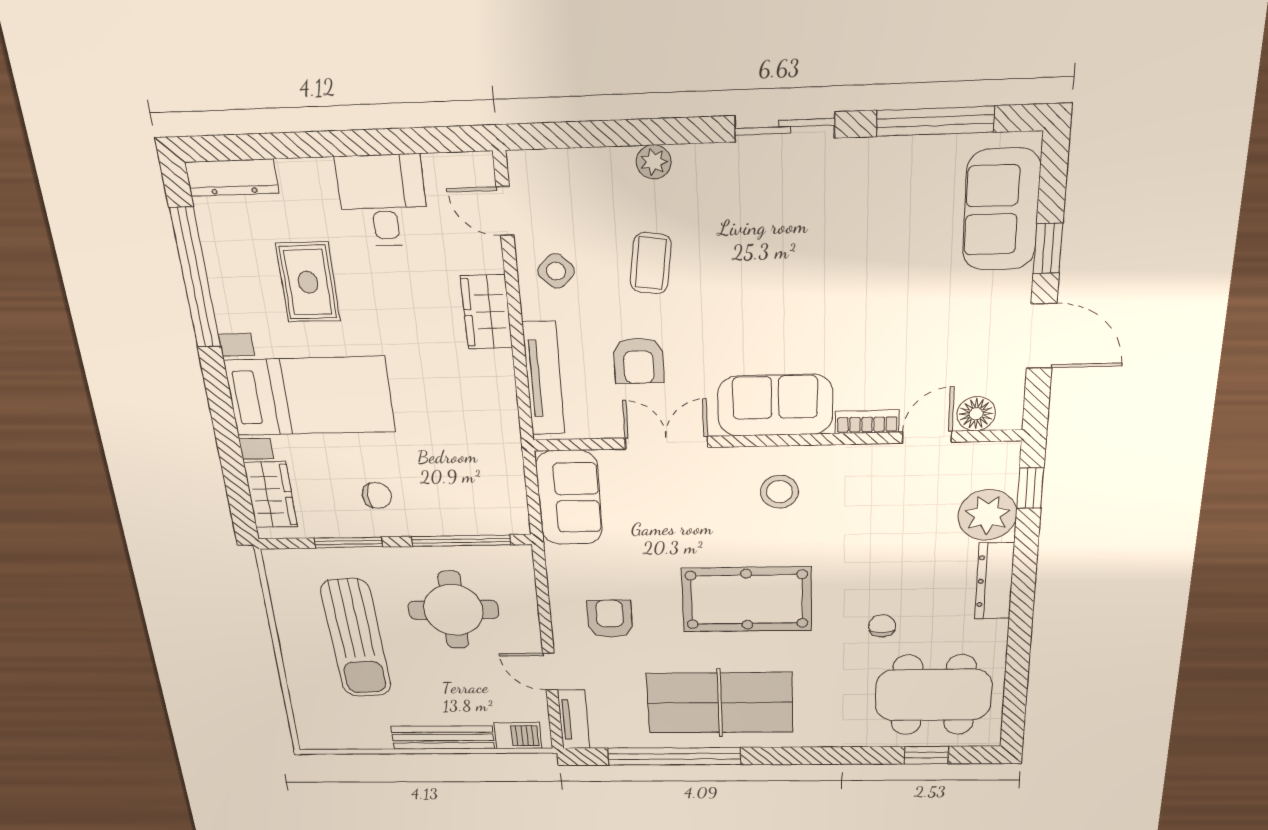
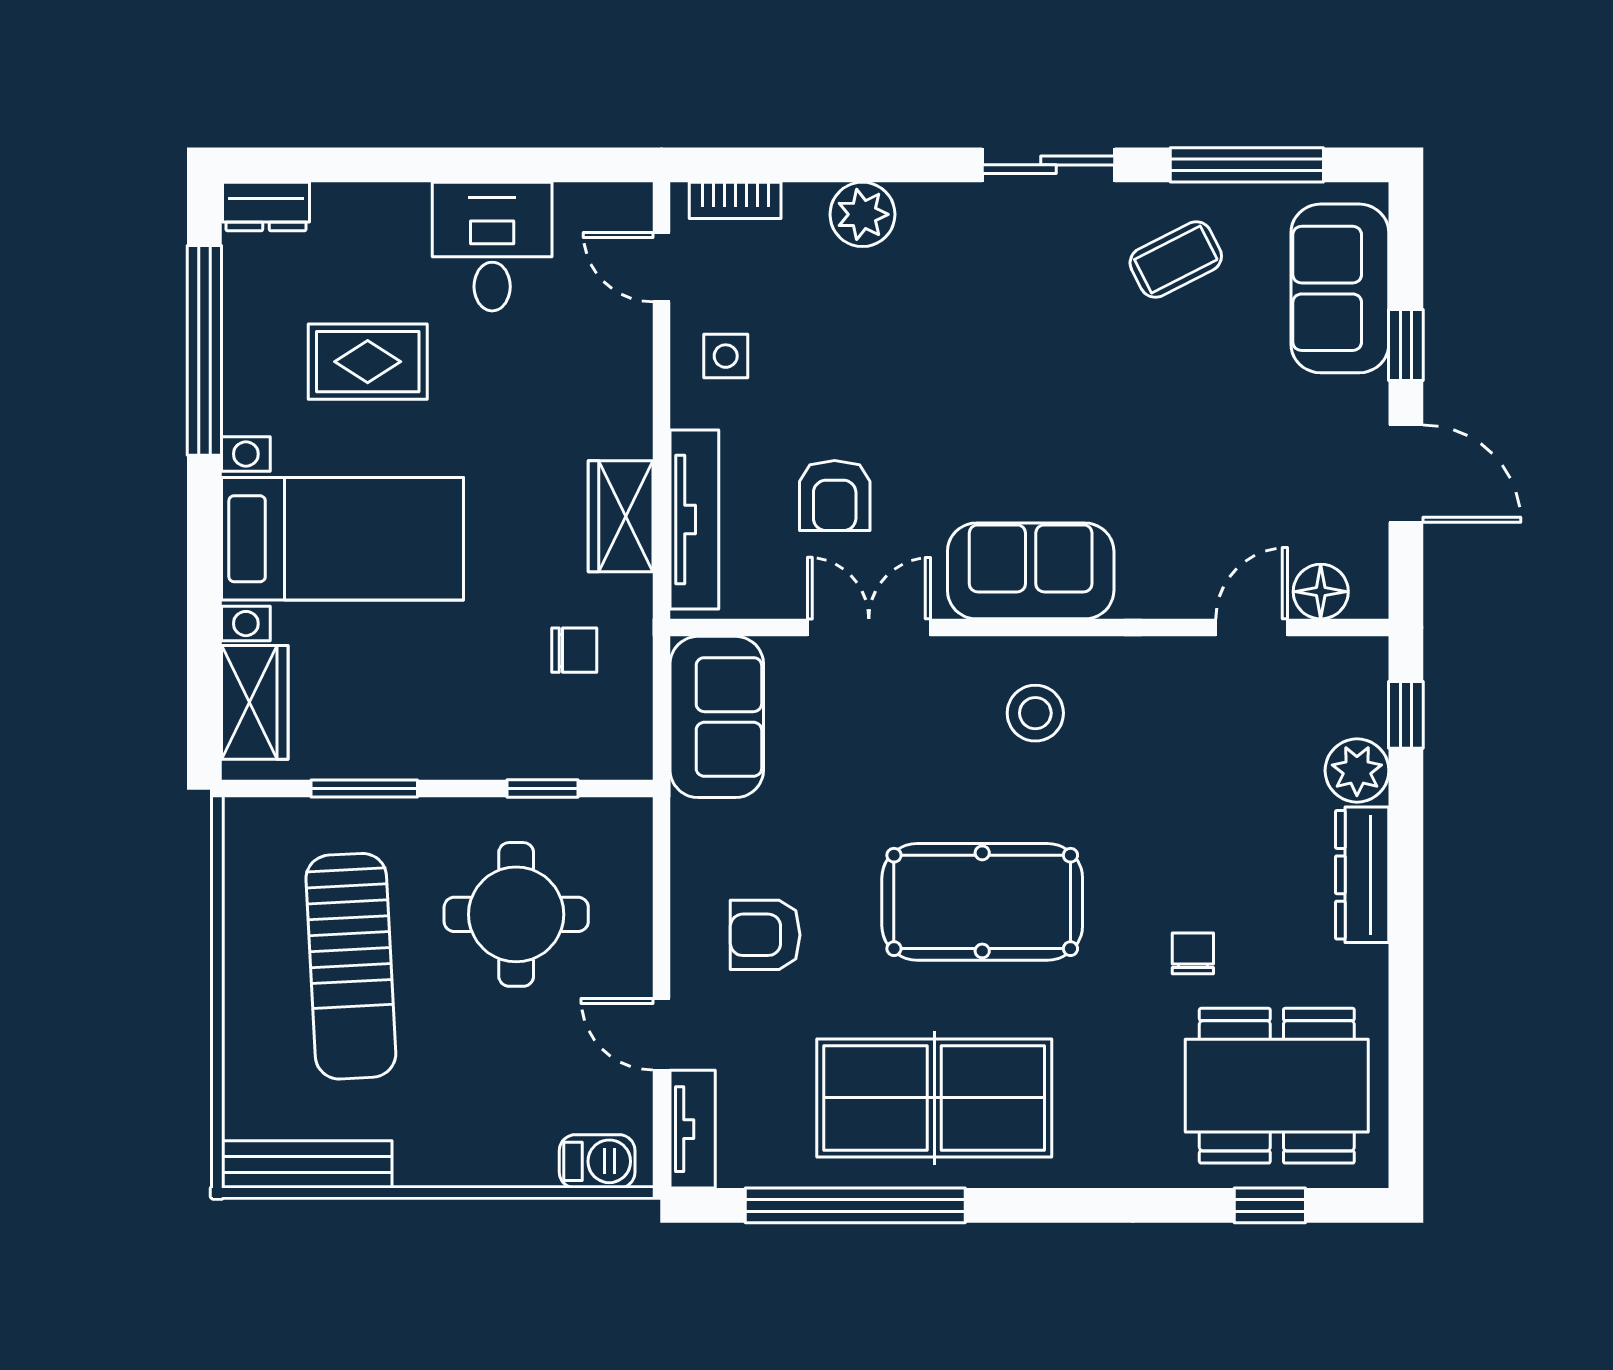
plant: (654, 162) -> (862, 214), width x1.38, depth x1.38
dresser: (232, 178) -> (266, 206), width x0.70
coffee table: (651, 263) -> (1176, 260), moved, turned 55
side table: (556, 271) -> (726, 356), turned 45
rug: (308, 282) -> (368, 362), turned 90
wardrobe: (487, 312) -> (621, 516), moved
bookcase: (867, 422) -> (735, 200), moved, turned 180
chair: (377, 495) -> (574, 650), moved
plant: (987, 515) -> (1357, 770), width x0.73, depth x0.73
window: (461, 541) -> (542, 789), width x0.46
armchair: (610, 619) -> (765, 935), turned -90
bench: (443, 738) -> (307, 1164), moved

